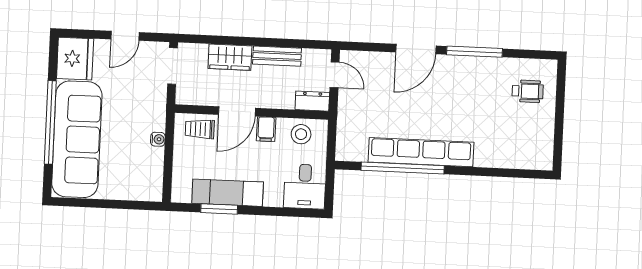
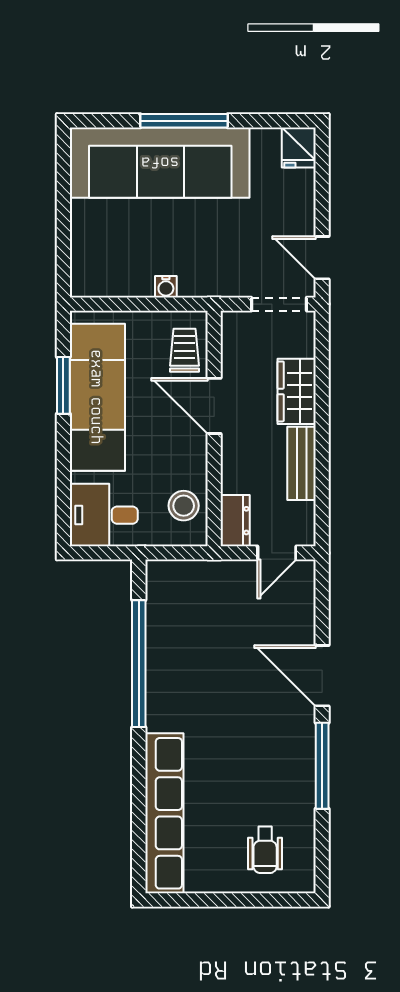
door: (125, 36) -> (322, 258), moved
fridge: (75, 59) -> (299, 147), width x0.53, depth x0.75
window: (50, 122) -> (184, 121), width x0.68
filing cabinet: (266, 129) -> (189, 452), removed
row of seats: (421, 152) -> (164, 813), moved
exam couch: (228, 193) -> (97, 397), width x1.36, depth x1.45

